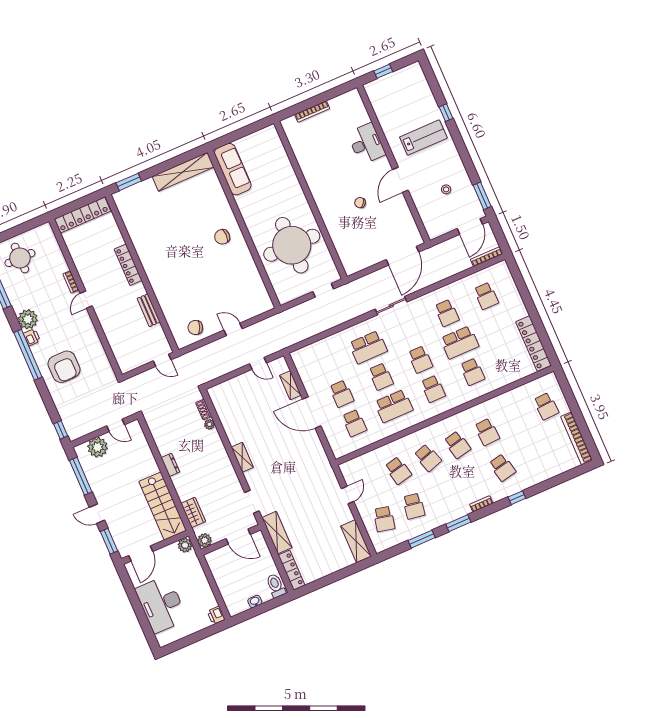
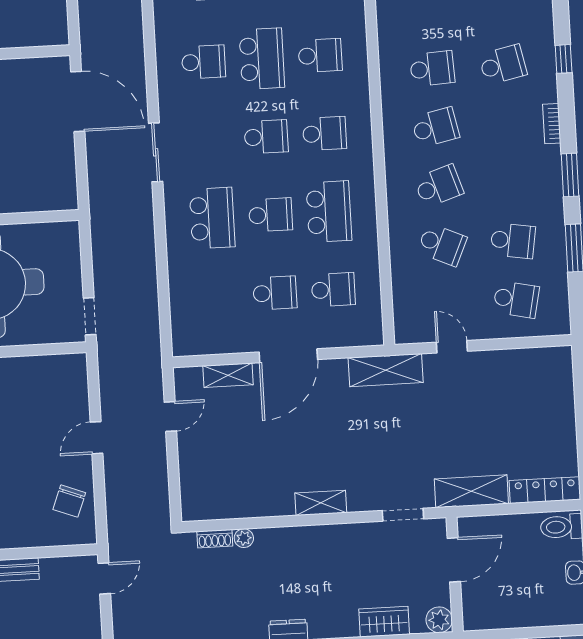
doorway: (323, 290) -> (90, 316), moved
school desk: (398, 471) -> (442, 245), turned 36
shelving: (356, 541) -> (386, 370), moved

